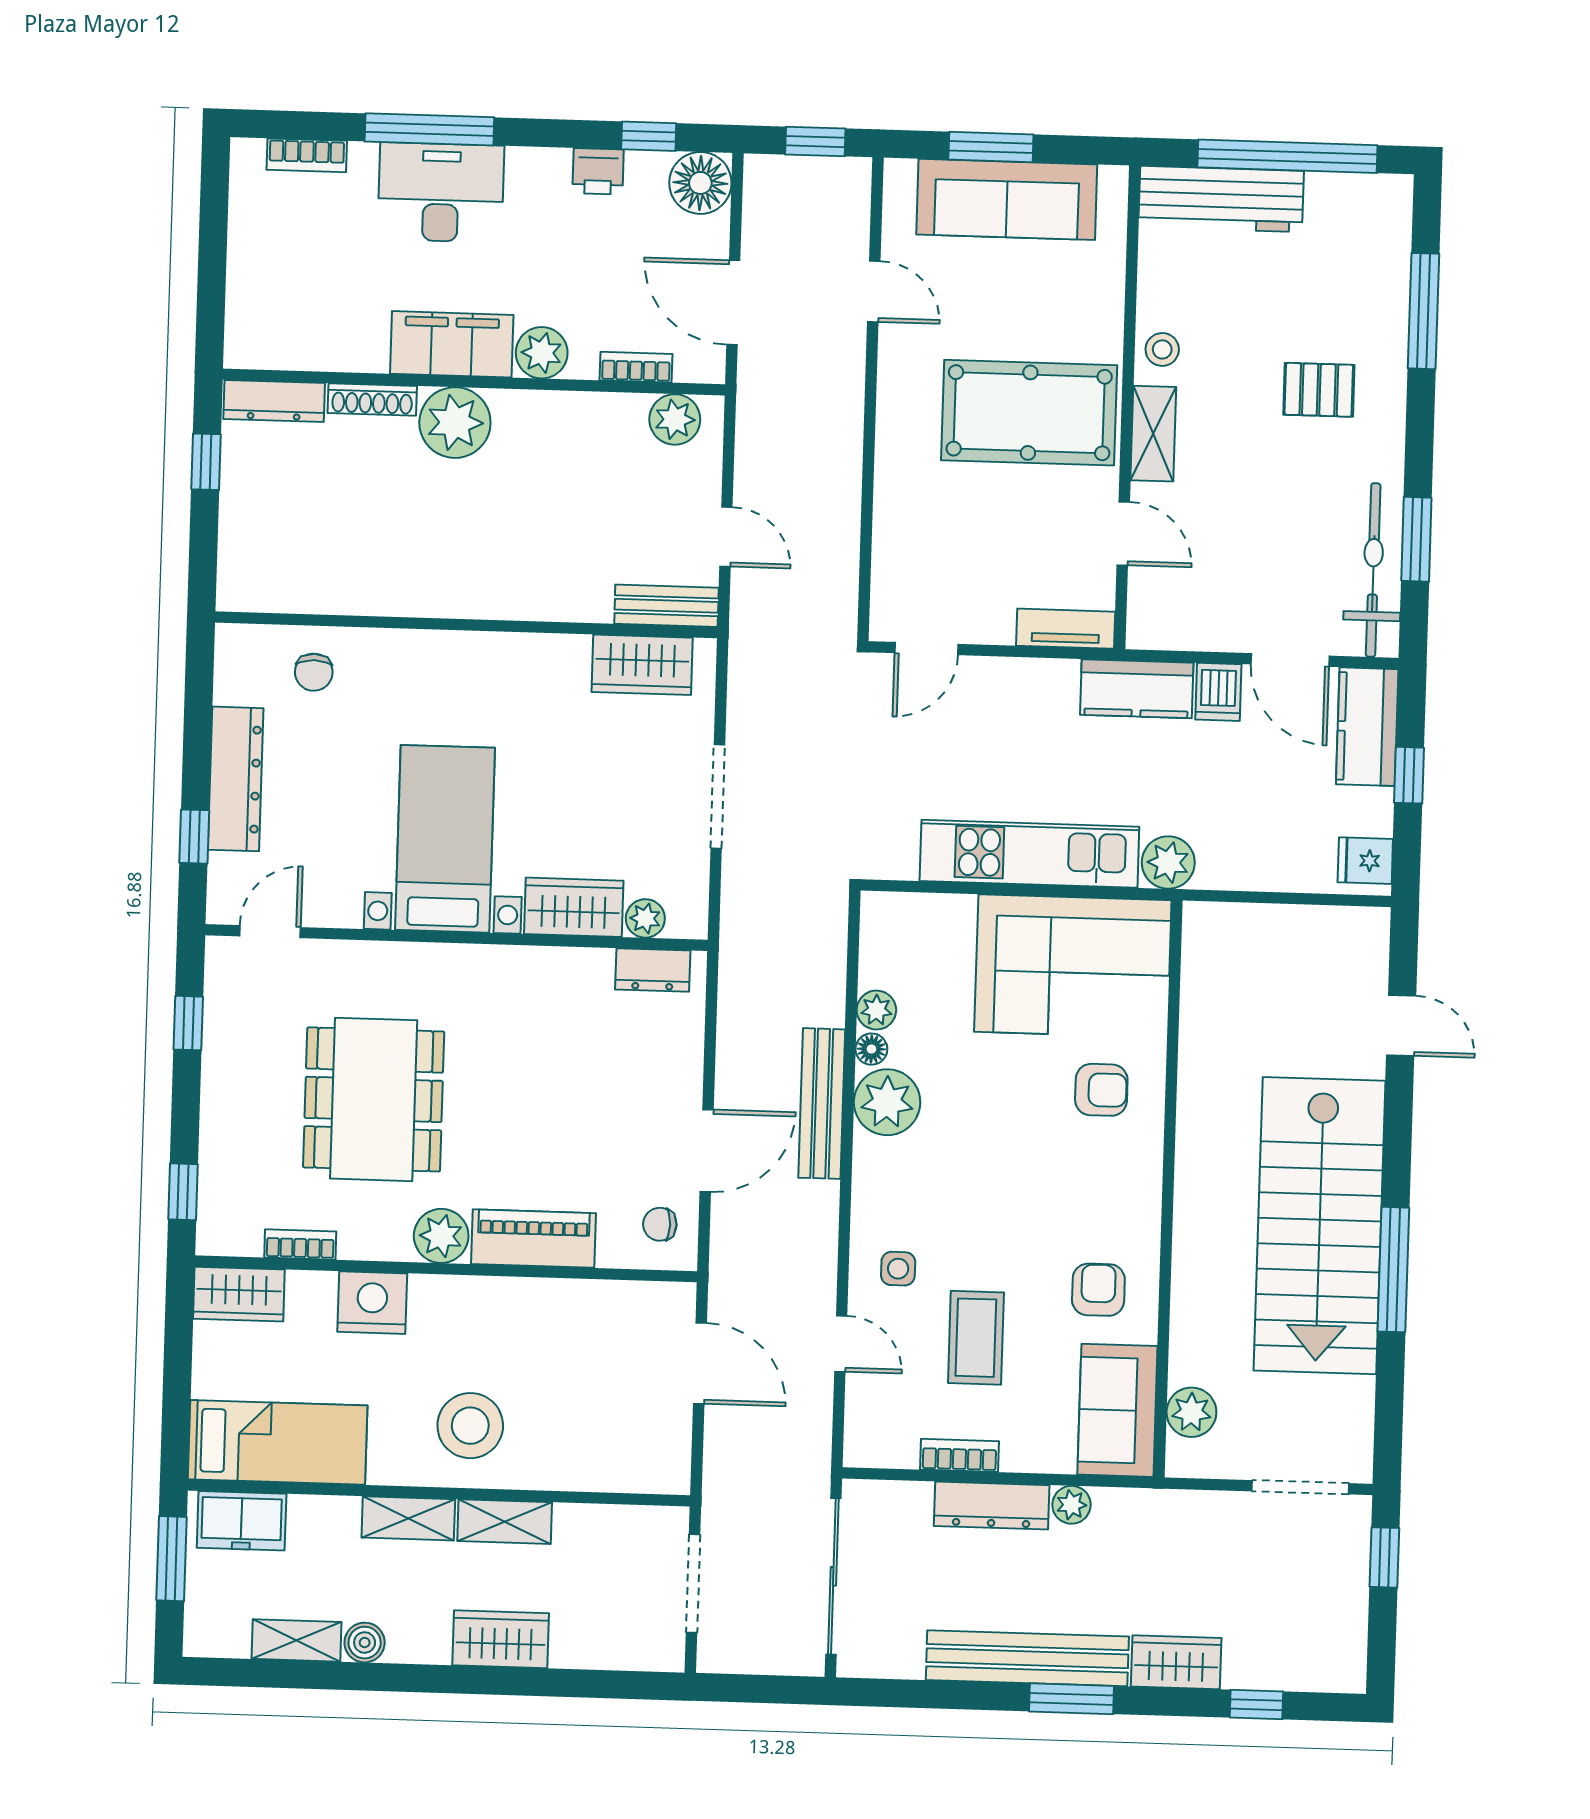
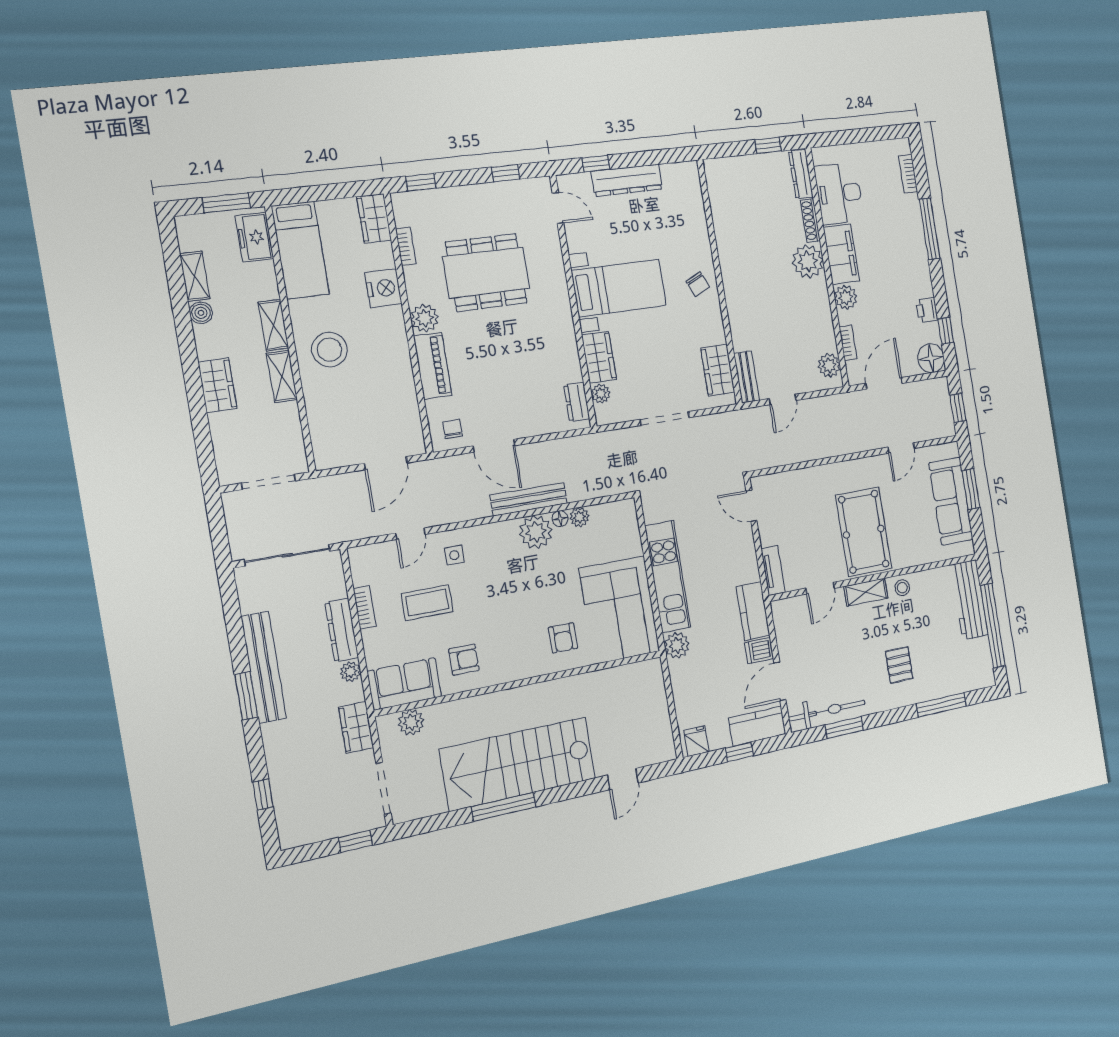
desk: (441, 192) -> (839, 193), moved, turned 180
chair: (314, 672) -> (698, 284), moved, turned -115
wardrobe: (1176, 1662) -> (356, 727), moved, turned 180

